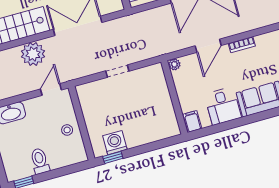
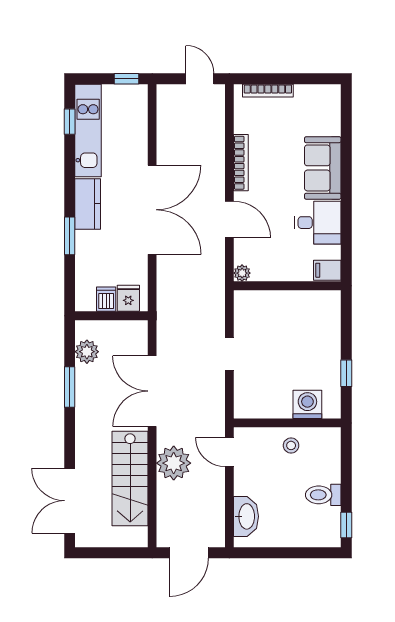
bookcase: (242, 45) -> (241, 163), width x1.56
washing machine: (115, 143) -> (307, 404), moved, turned 90
window: (113, 157) -> (346, 373), moved

